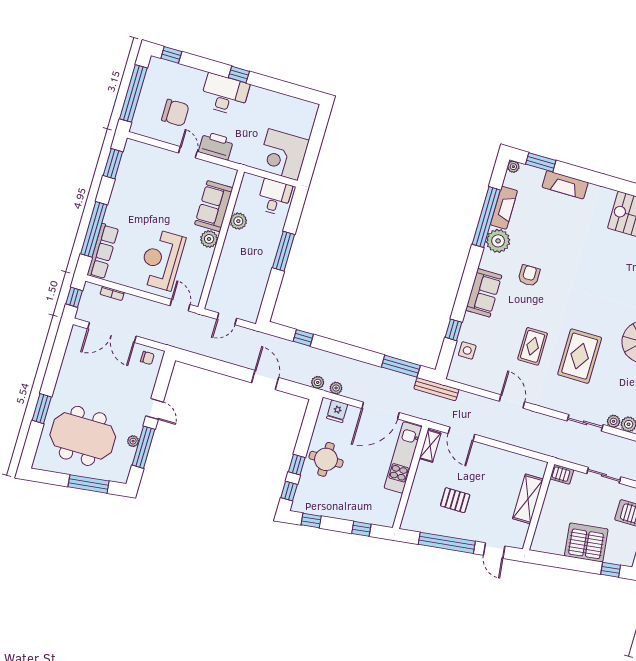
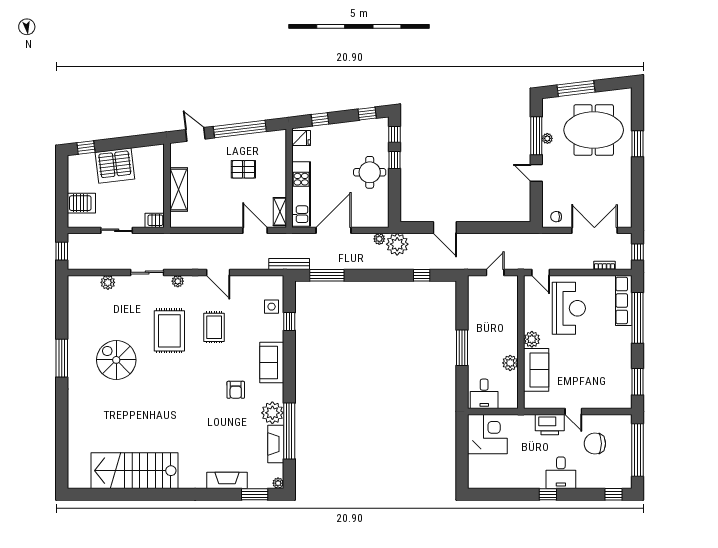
desk: (225, 94) -> (561, 473), width x0.73
plant: (318, 382) -> (397, 244), width x1.87, depth x1.87
fridge: (337, 411) -> (301, 138), moved, turned 90
plant: (614, 421) -> (178, 281), moved

